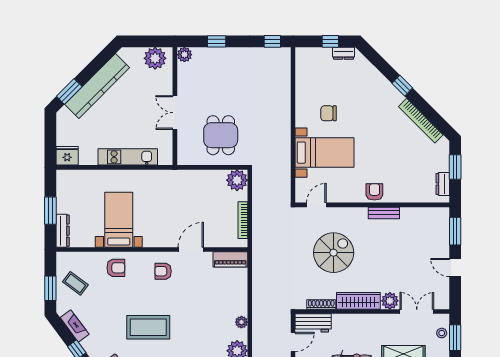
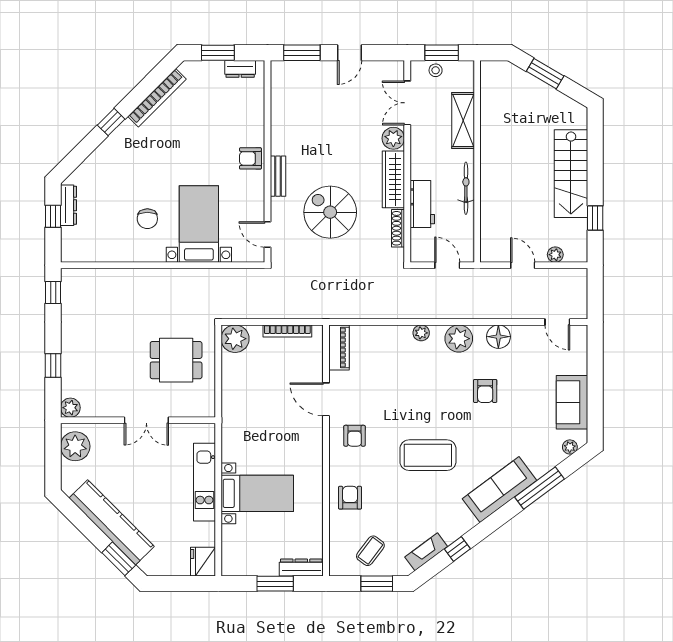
dresser: (344, 53) -> (69, 205), width x1.44
bench: (384, 213) -> (278, 176), moved
bed with nightstands: (119, 220) -> (257, 493), moved, turned 180
workbench: (313, 323) -> (422, 204), moved
coffee table: (148, 327) -> (428, 455), turned 90

